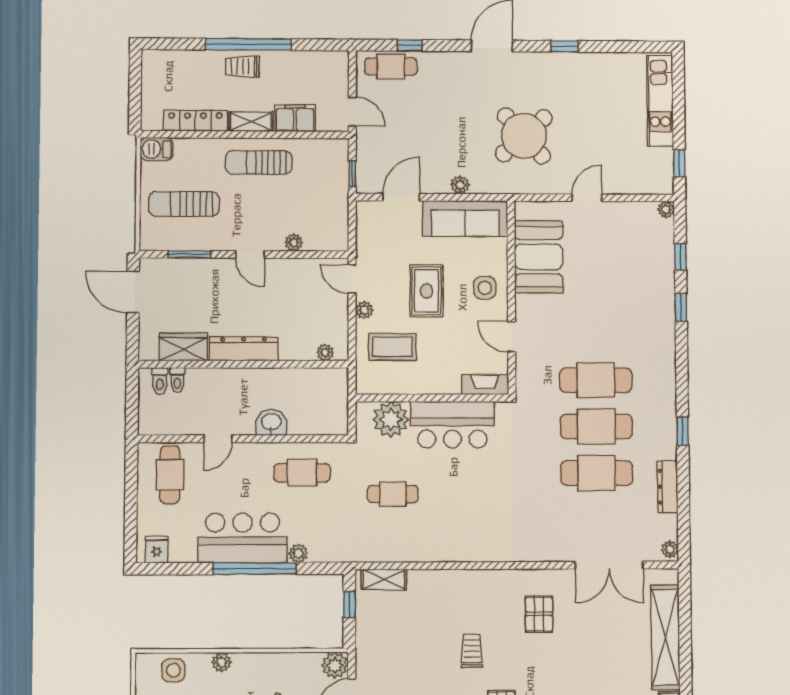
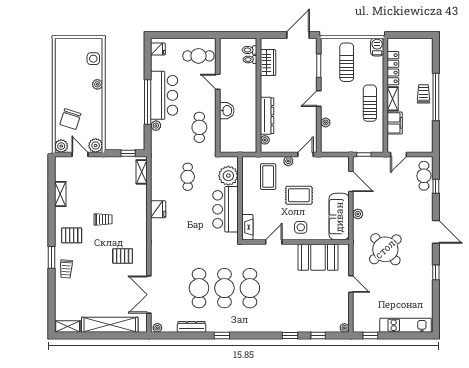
dresser: (244, 349) -> (267, 116), moved
fridge: (453, 548) -> (158, 209), added

